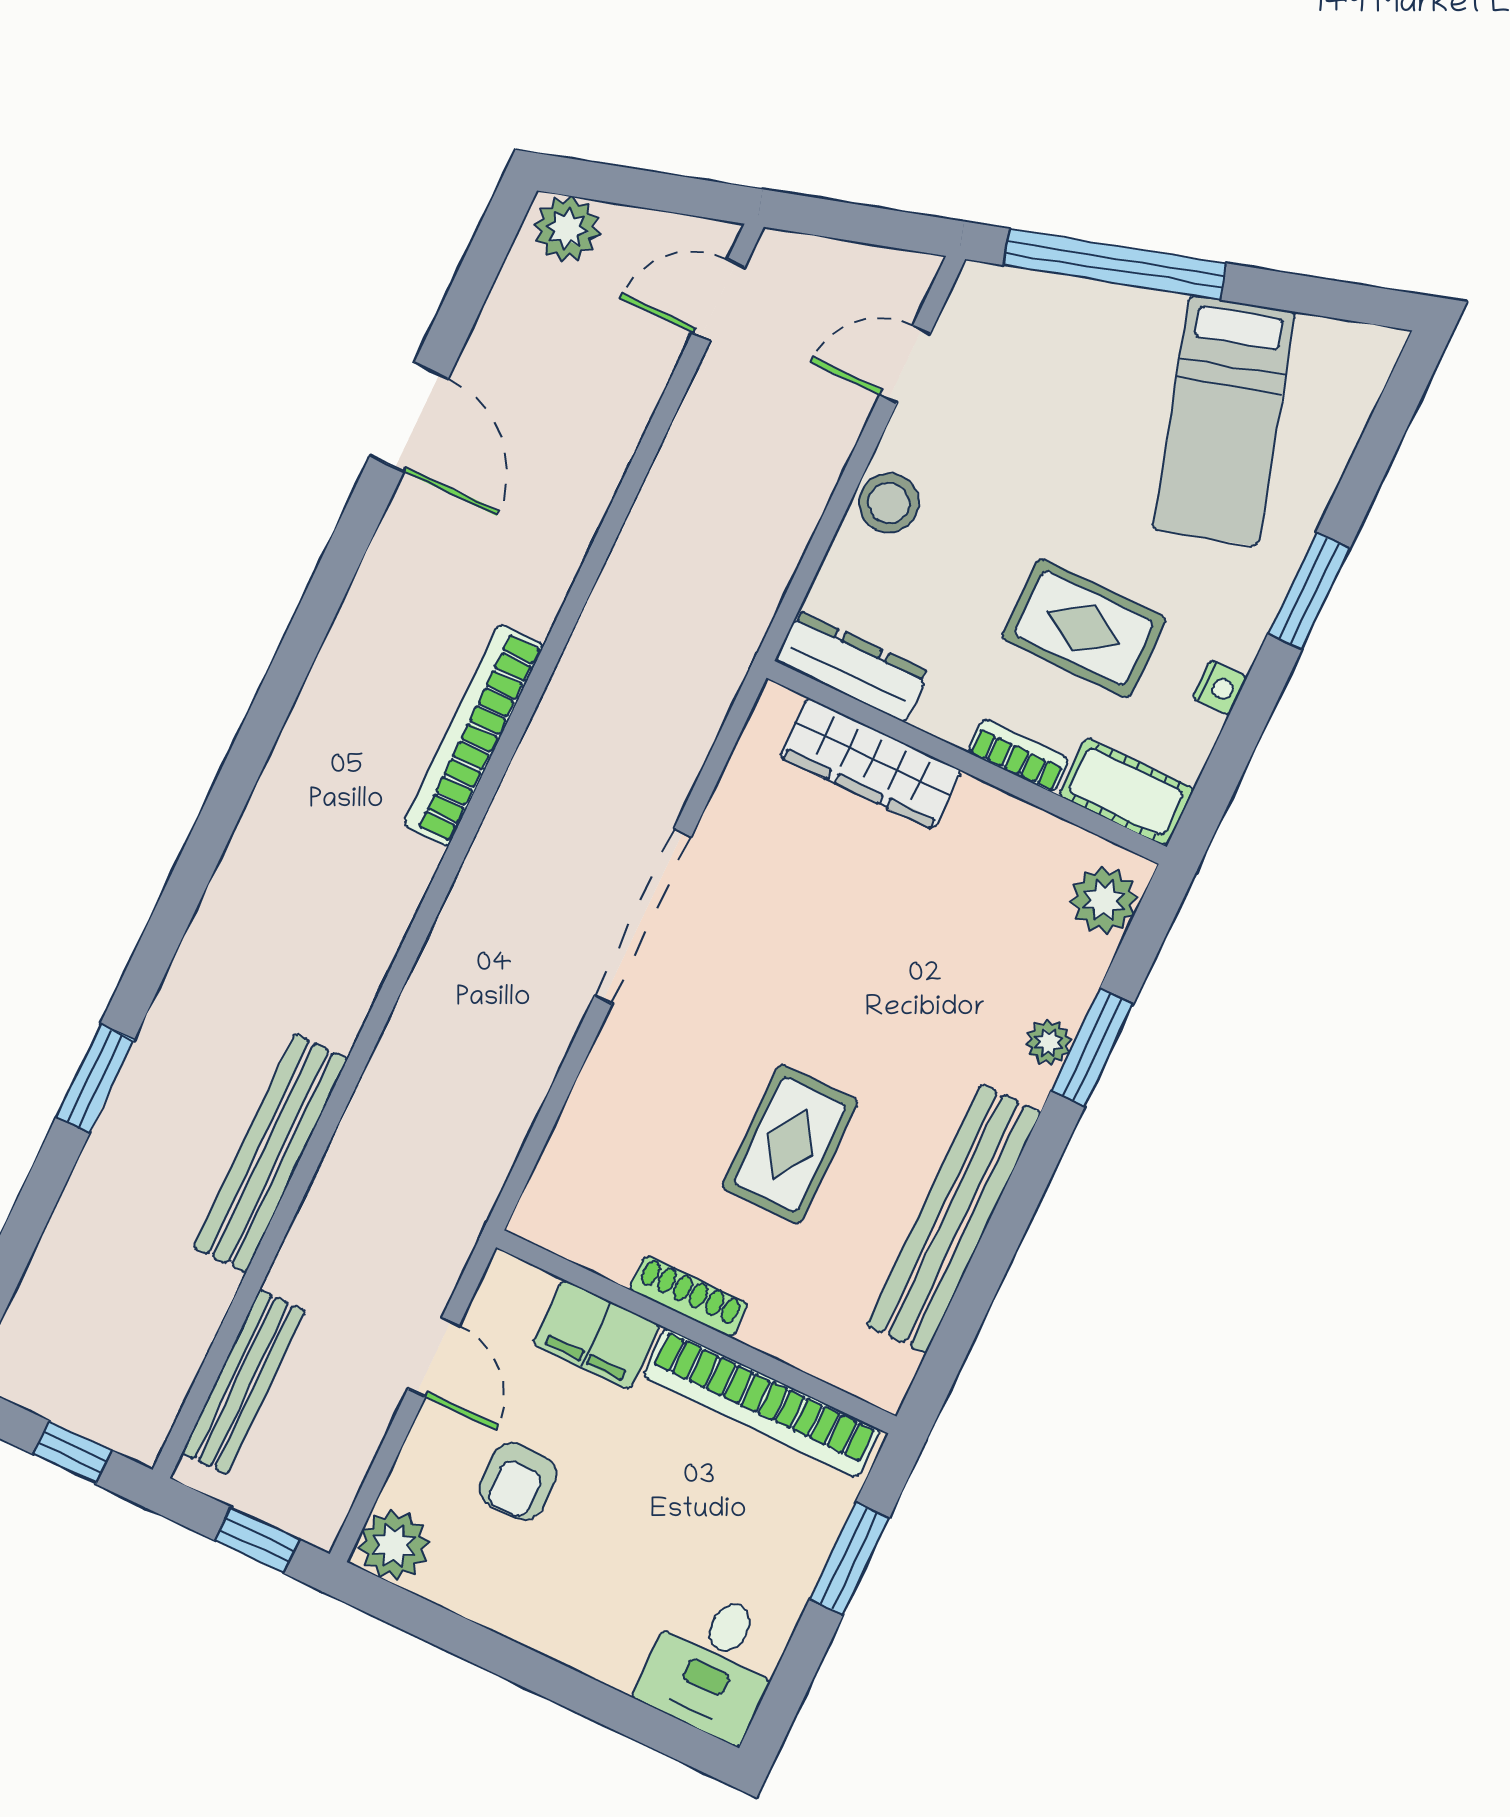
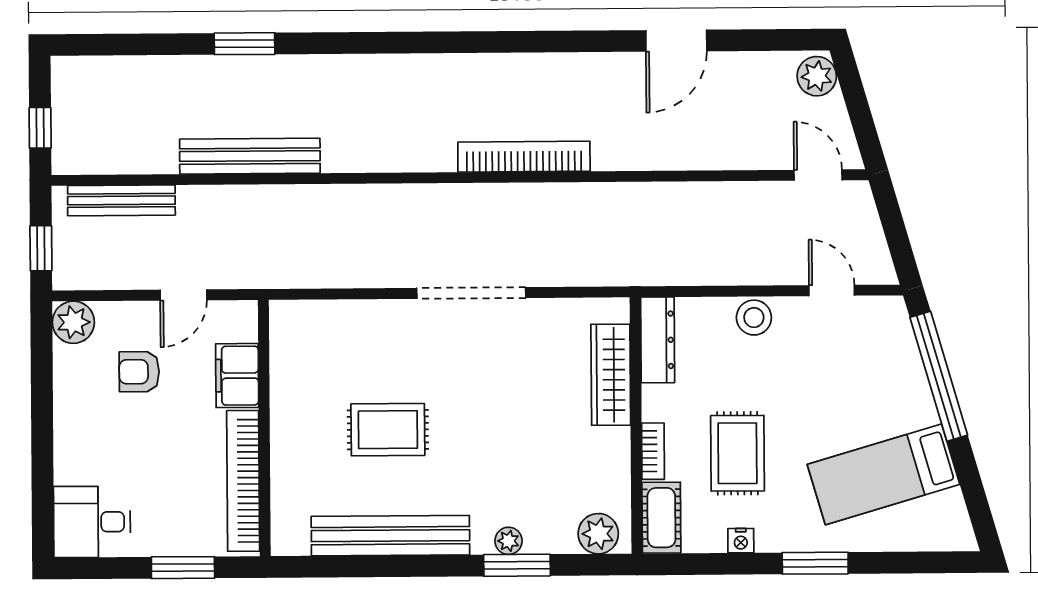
shoe rack: (688, 1296) -> (281, 415), removed

